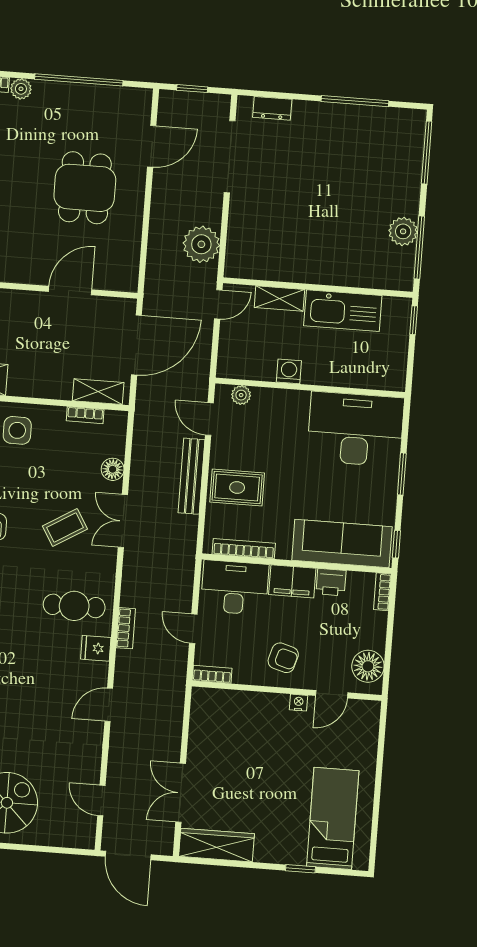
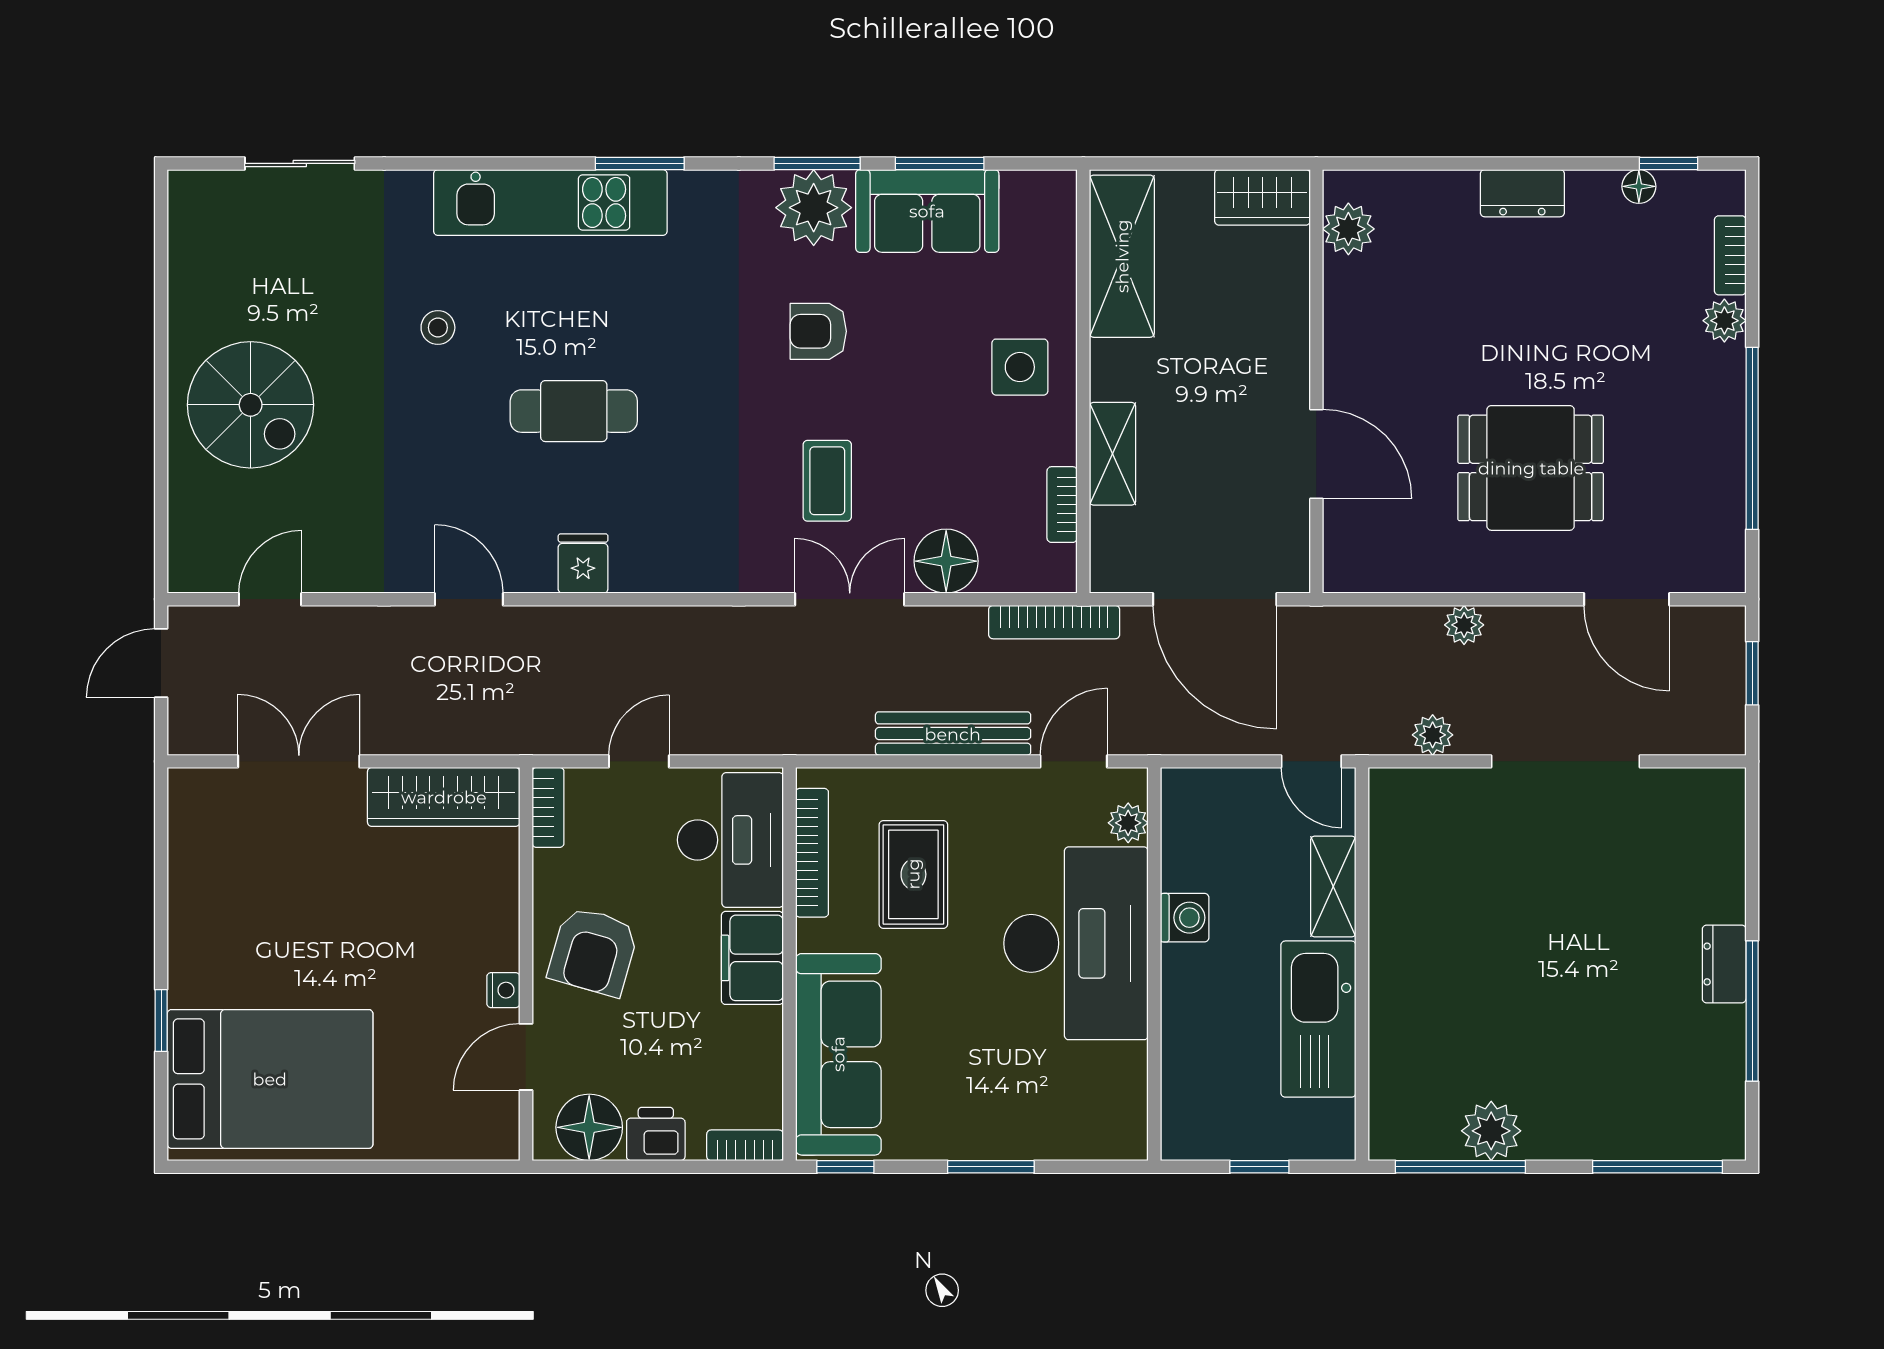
dresser: (272, 108) -> (1724, 964), moved
doorway: (230, 157) -> (1566, 761), moved
plant: (158, 226) -> (1464, 625), added
plant: (201, 244) -> (1433, 735), width x0.53, depth x0.53
window: (414, 320) -> (1259, 1167), moved
shelving: (98, 392) -> (1113, 454), moved
desk: (356, 429) -> (1076, 943), moved
floor lamp: (113, 469) -> (946, 561), width x1.38, depth x1.38
rug: (237, 488) -> (913, 874), moved
coffee table: (65, 528) -> (827, 481), turned 31
printer: (331, 582) -> (656, 1134), moved, turned 90
cafe table: (74, 606) -> (574, 411), moved, turned 90
bookcase: (126, 628) -> (1054, 622), moved, width x1.56
armchair: (283, 658) -> (593, 951), width x1.38, depth x1.38
door: (332, 694) -> (526, 1057), hinge flipped
bed: (333, 818) -> (270, 1079), width x1.50
wardrobe: (217, 845) -> (444, 797), moved, turned 90
door: (128, 856) -> (161, 663), width x0.73

